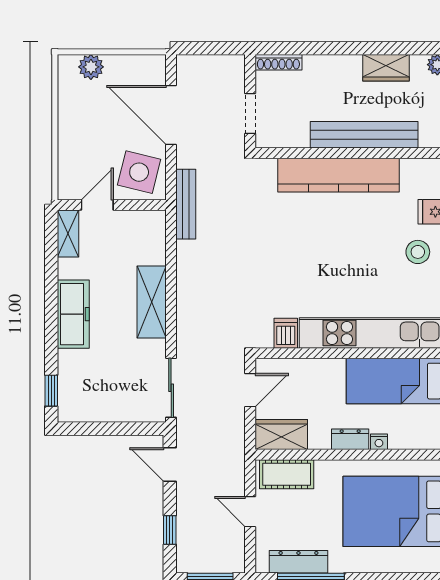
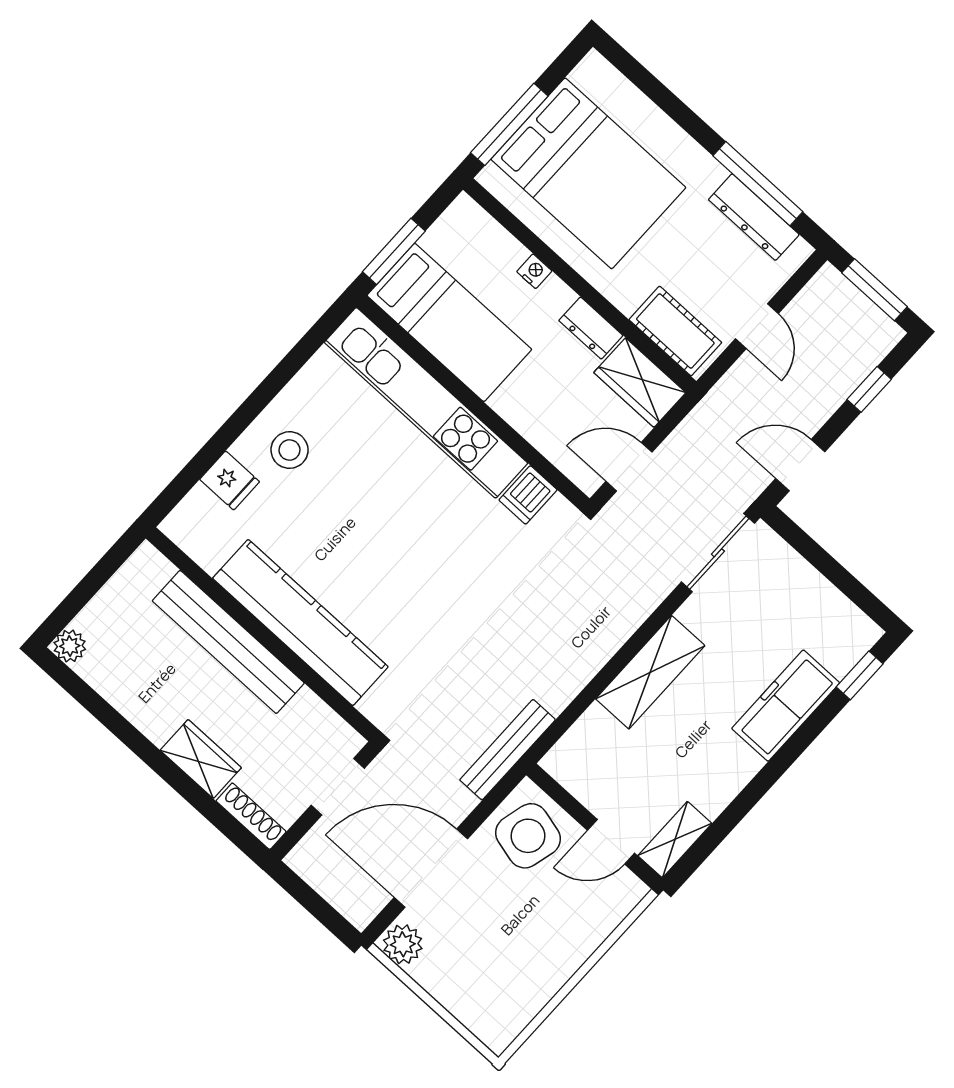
plant: (91, 67) -> (403, 944), moved
wardrobe: (386, 68) -> (201, 759), moved
door: (171, 115) -> (431, 868), swing flipped
freezer: (73, 314) -> (786, 706), moved
dresser: (350, 439) -> (591, 328), moved
door: (170, 465) -> (800, 465), swing flipped

